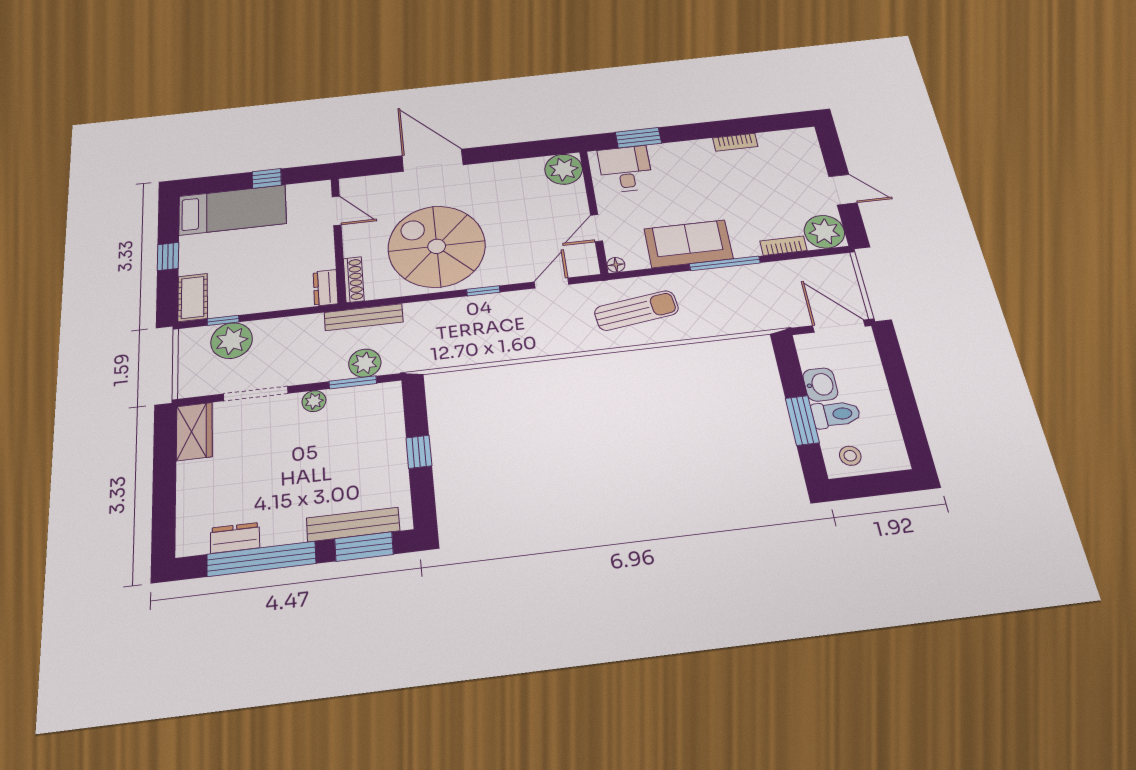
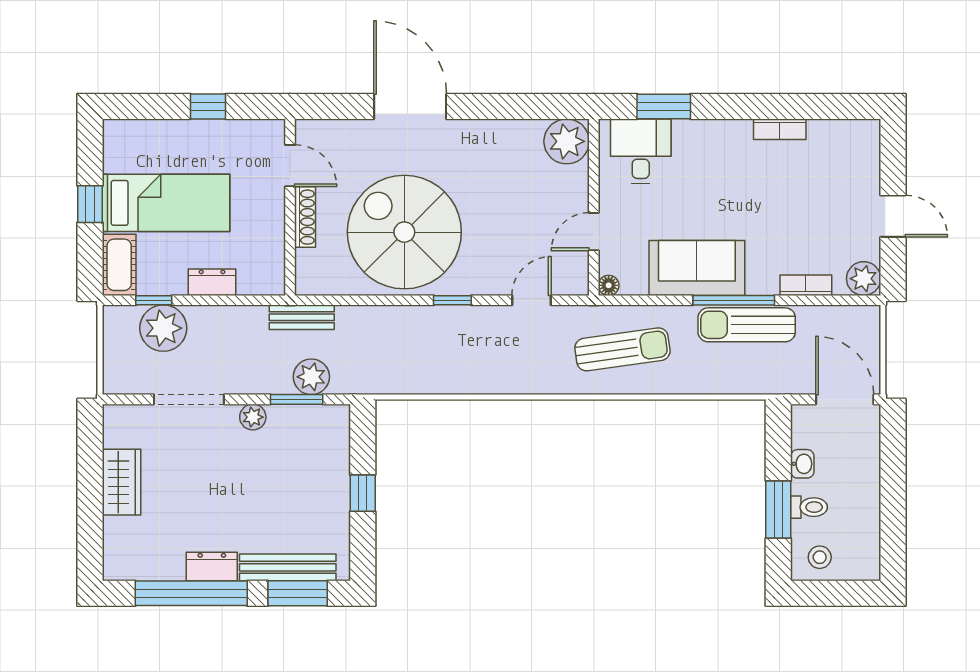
bed: (232, 210) -> (166, 203), moved
plant: (824, 232) -> (864, 279), width x0.73, depth x0.73
shoe rack: (354, 280) -> (305, 217), moved
sun lounger: (740, 280) -> (747, 325), added
dresser: (326, 288) -> (212, 282), moved, turned 90
bench: (364, 317) -> (302, 317), width x0.73
washbasin: (820, 385) -> (802, 464), width x0.72, depth x0.69
toilet: (836, 414) -> (809, 507), width x0.73, depth x0.72
wardrobe: (194, 431) -> (122, 482), moved
dresser: (235, 538) -> (212, 566), moved

